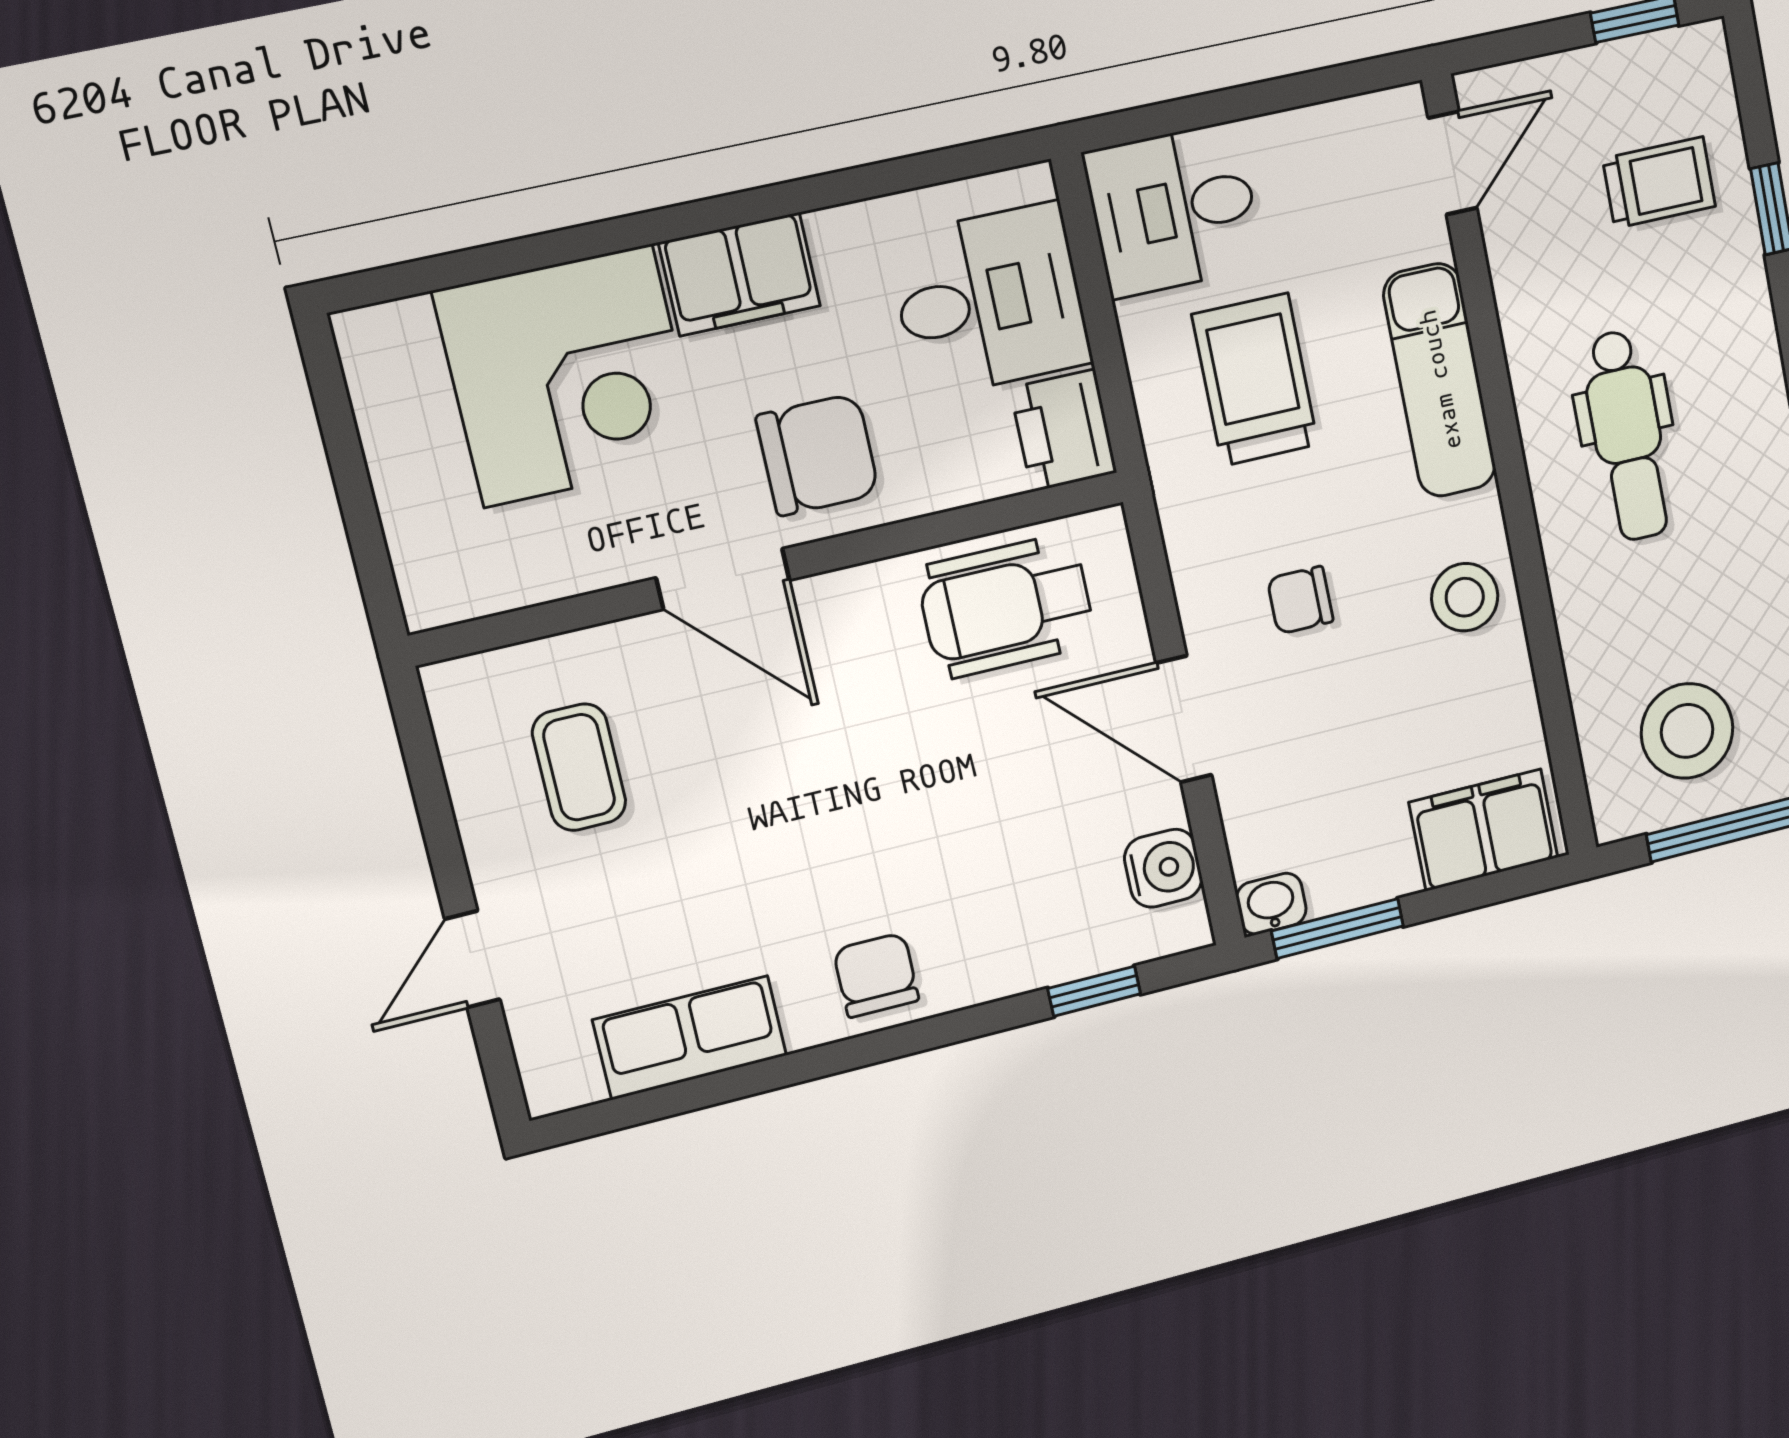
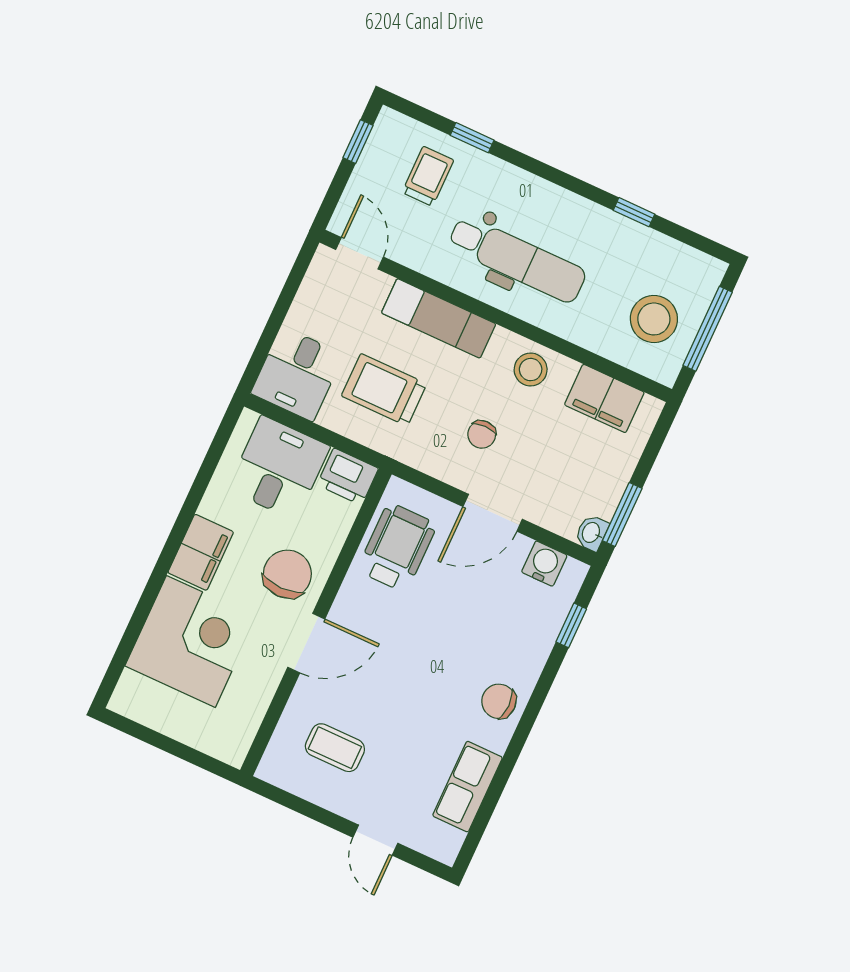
dental chair: (1627, 436) -> (517, 259), width x1.36, depth x1.38
wheelchair: (1006, 606) -> (397, 547), turned 180
filing cabinet: (1484, 830) -> (604, 398), moved, turned -90

